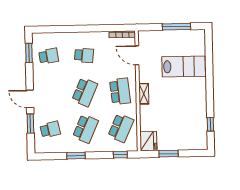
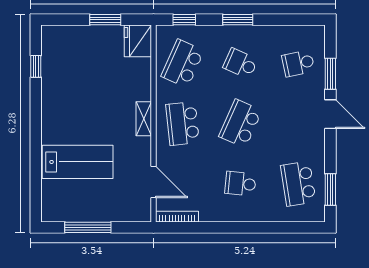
school desk: (49, 56) -> (298, 184), width x1.85
lab bench: (184, 66) -> (78, 162), turned 180
school desk: (85, 129) -> (240, 63), width x0.54
window: (76, 156) -> (238, 20), moved

